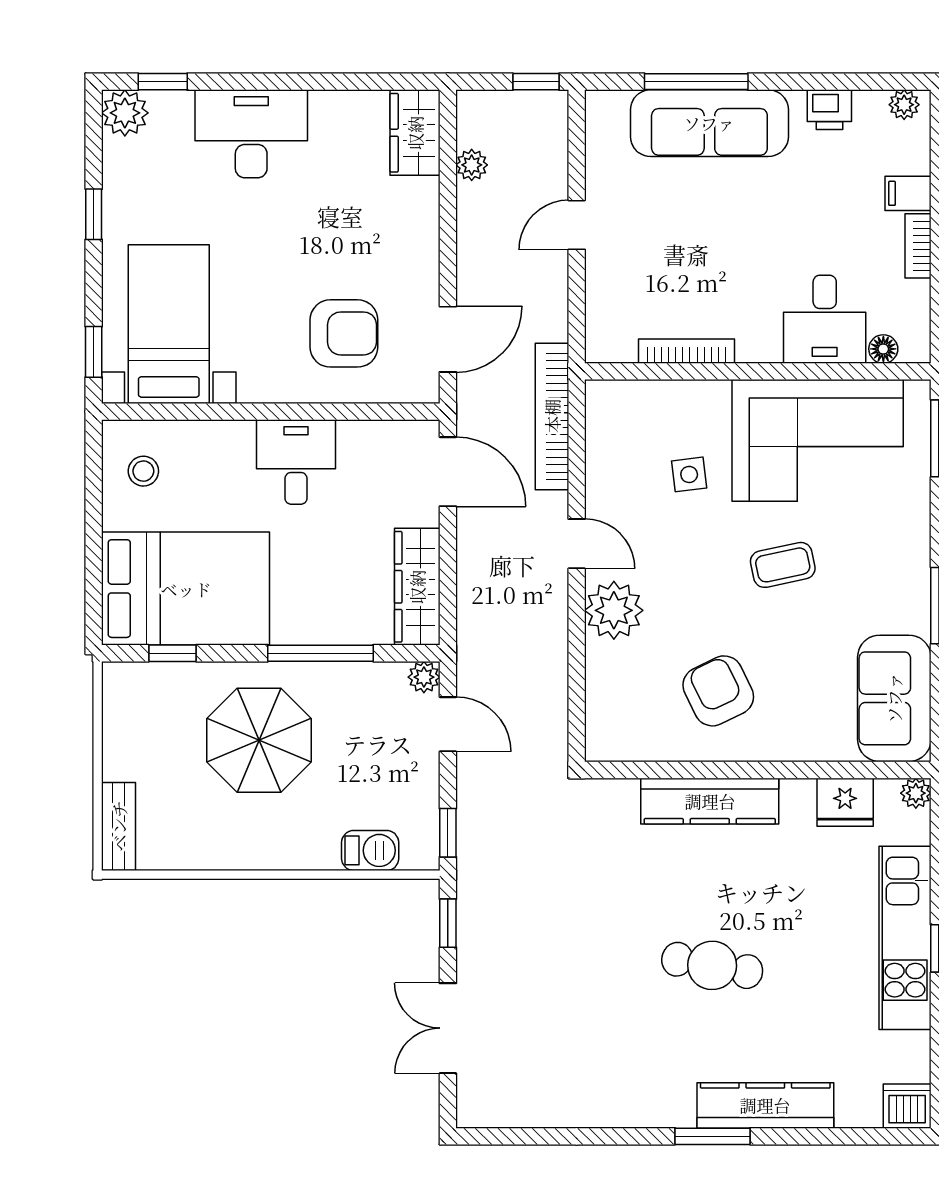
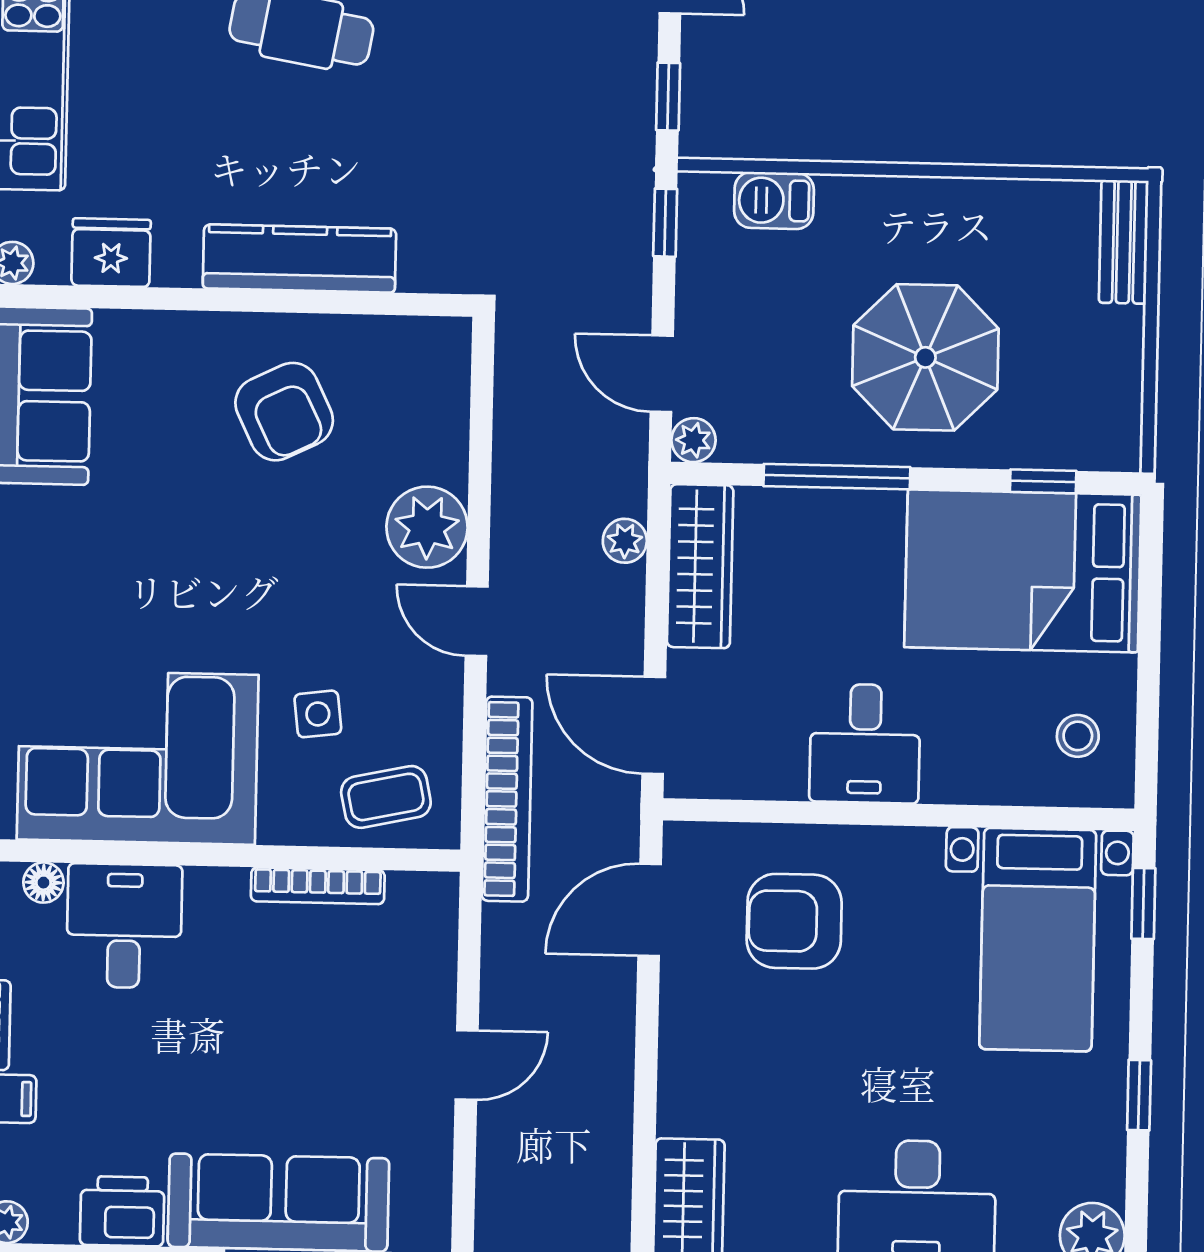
printer: (829, 110) -> (122, 1211), width x1.36, depth x1.24
plant: (472, 165) -> (625, 541), moved
coffee table: (783, 565) -> (386, 797), moved

